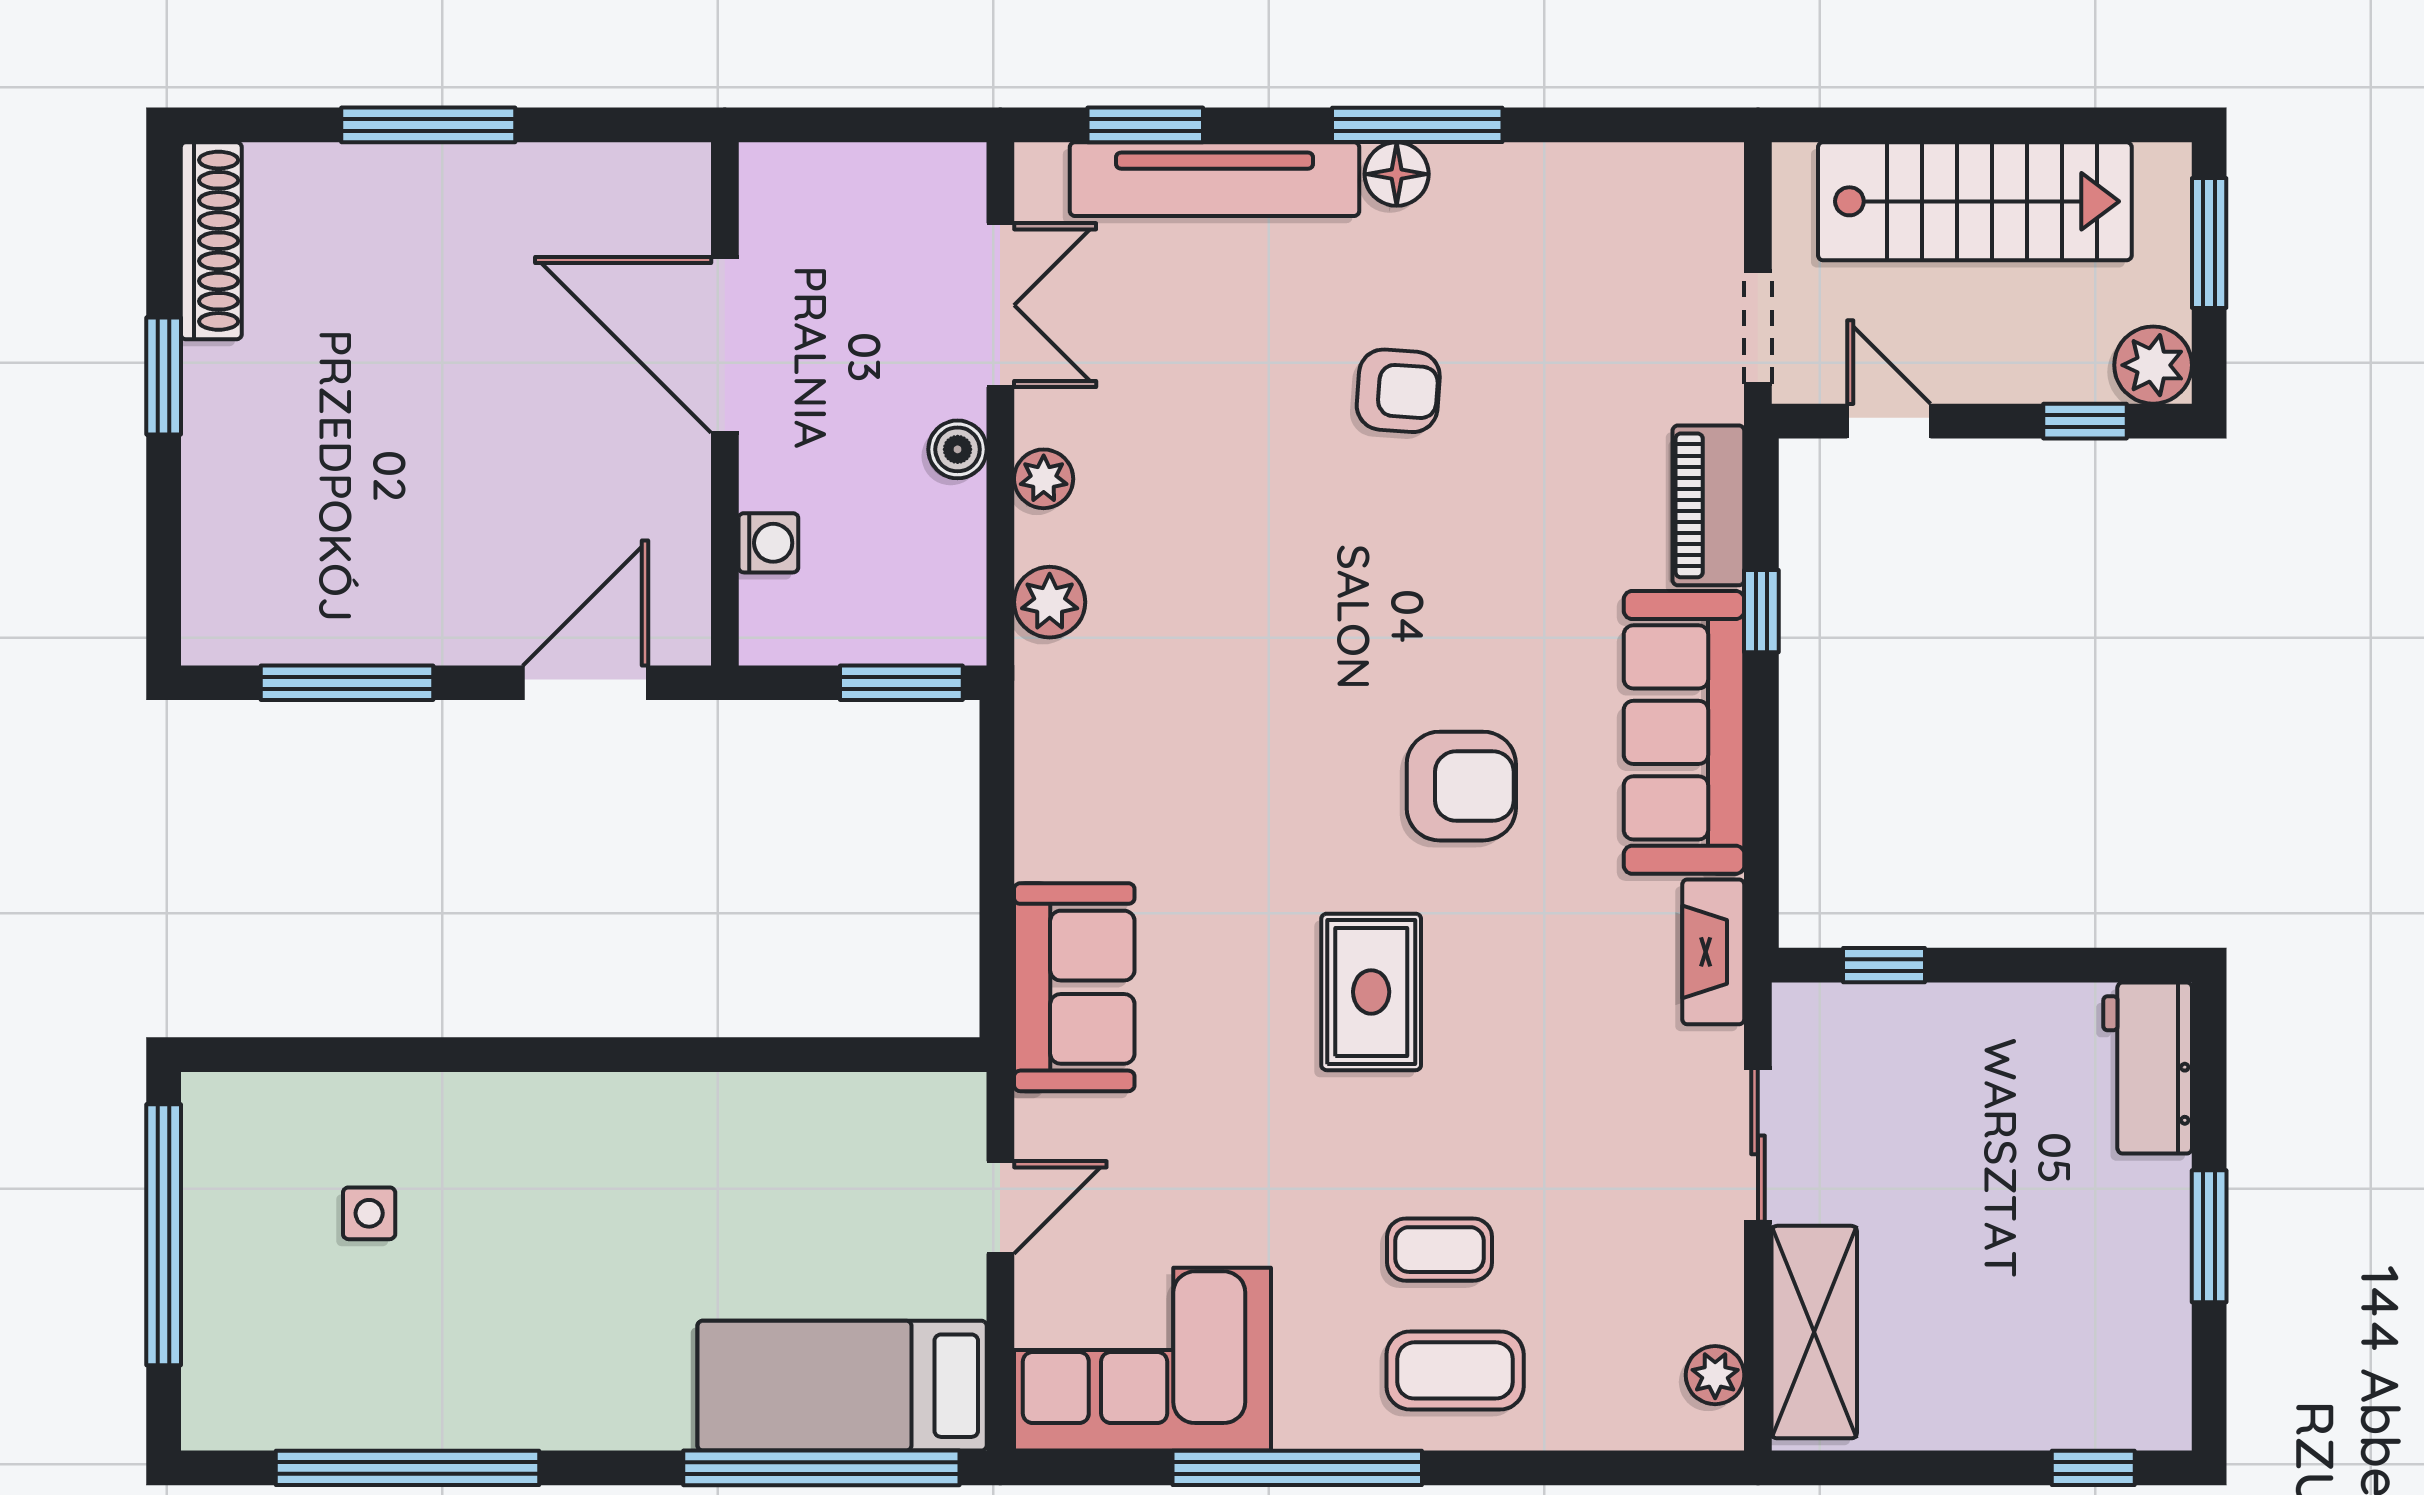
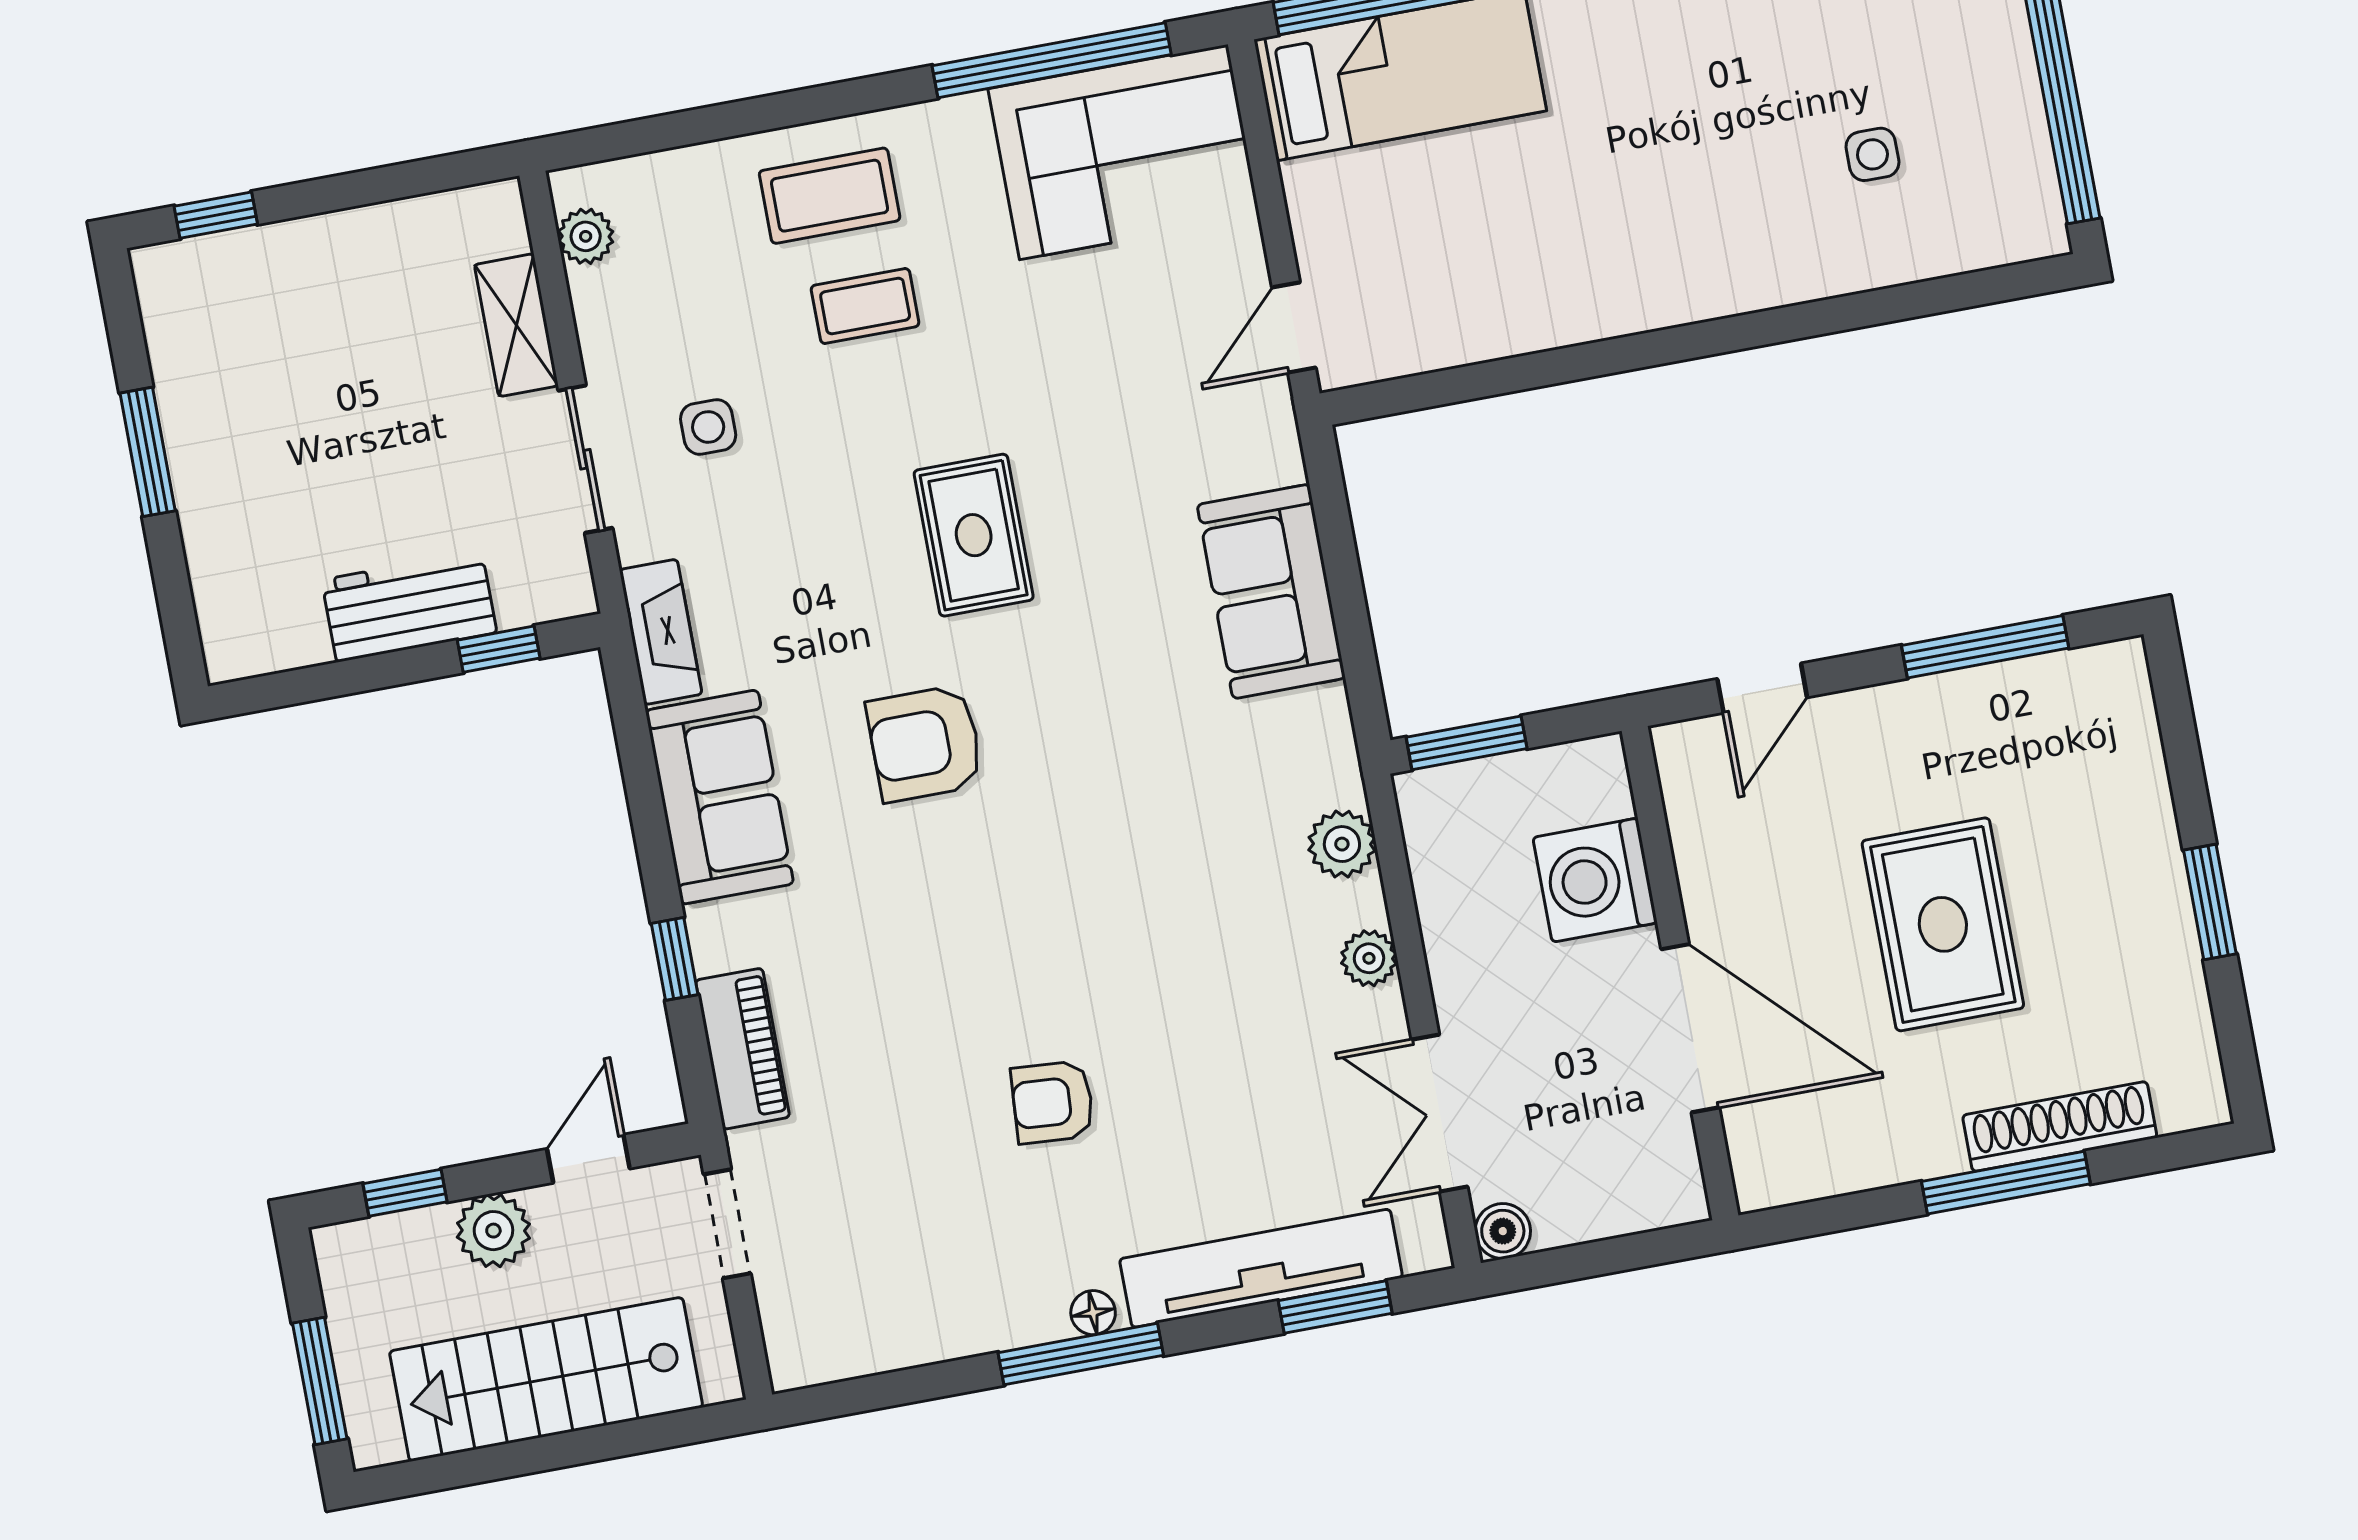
floor lamp: (1397, 174) -> (1093, 1313), width x0.73, depth x0.73
shoe rack: (211, 241) -> (2060, 1127), moved, turned 90
plant: (2153, 365) -> (493, 1231), moved
rug: (444, 404) -> (1943, 924), added
door: (1889, 421) -> (588, 1159), swing flipped
boiler: (958, 449) -> (1503, 1231), moved
washing machine: (768, 543) -> (1595, 880), width x1.89, depth x1.89
door: (585, 683) -> (1762, 688), width x0.73
sofa: (1684, 732) -> (720, 797), width x0.73
sofa: (1074, 987) -> (1271, 591), moved
workbench: (2148, 1068) -> (409, 606), moved, turned -90
side table: (1625, 1155) -> (708, 427), added
door: (1000, 1207) -> (1294, 328), moved
shelving: (1814, 1332) -> (516, 325), width x0.67, depth x0.75
window: (1297, 1468) -> (1052, 60), moved

